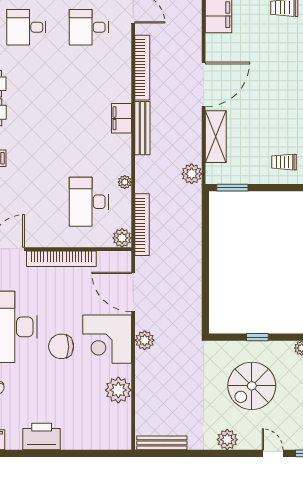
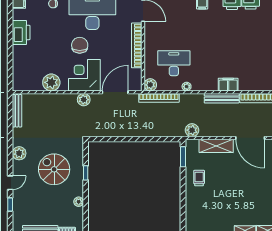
trolley: (284, 162) -> (199, 178), moved

